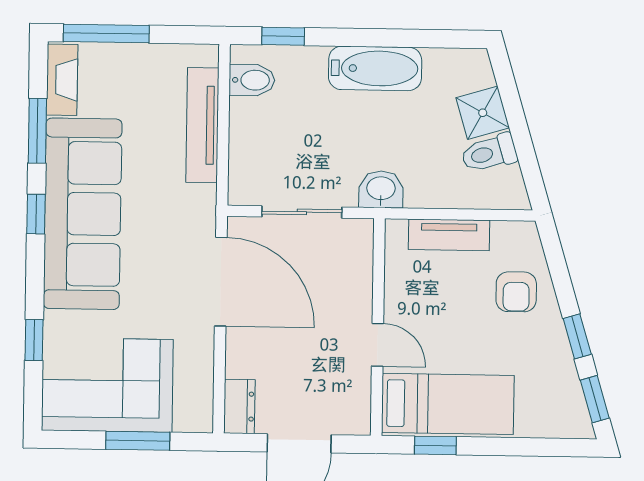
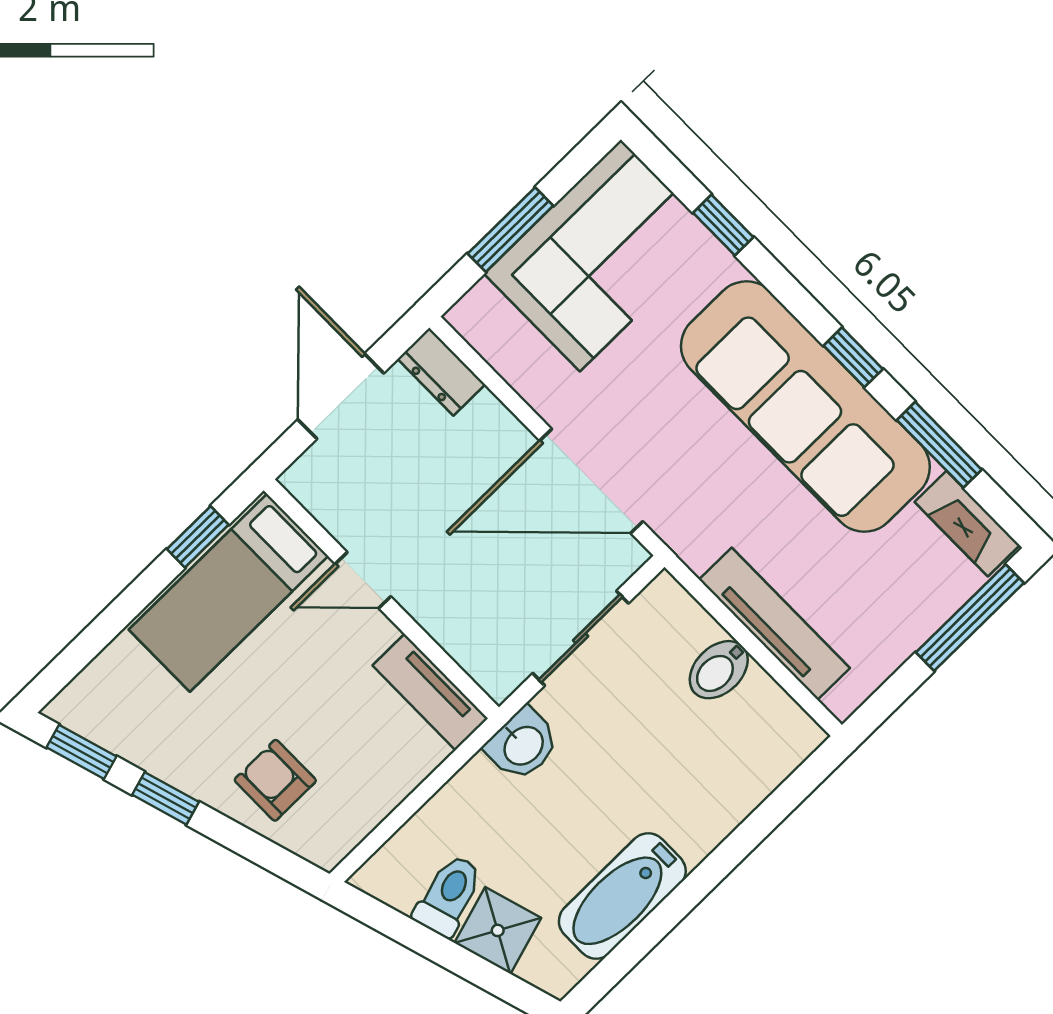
window: (283, 36) -> (784, 800), removed
bathtub: (375, 68) -> (622, 896), moved
bidet: (252, 80) -> (719, 670), moved
tv unit: (449, 235) -> (430, 692), moved, turned -90

